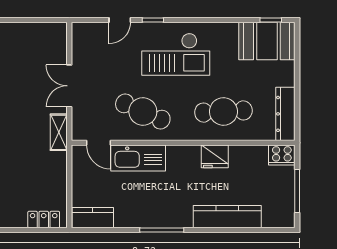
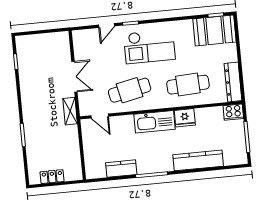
double door: (69, 86) -> (74, 77), swing flipped
cafe table: (143, 111) -> (130, 90), turned -36
kitchen sink: (138, 158) -> (154, 122), moved
kitchen counter: (93, 218) -> (121, 169), moved
locker: (44, 220) -> (52, 177), moved

